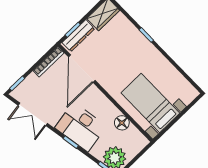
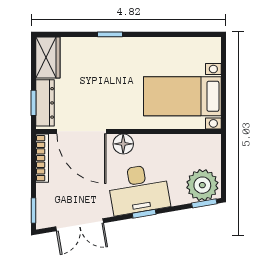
floor lamp: (122, 123) -> (123, 144), moved

